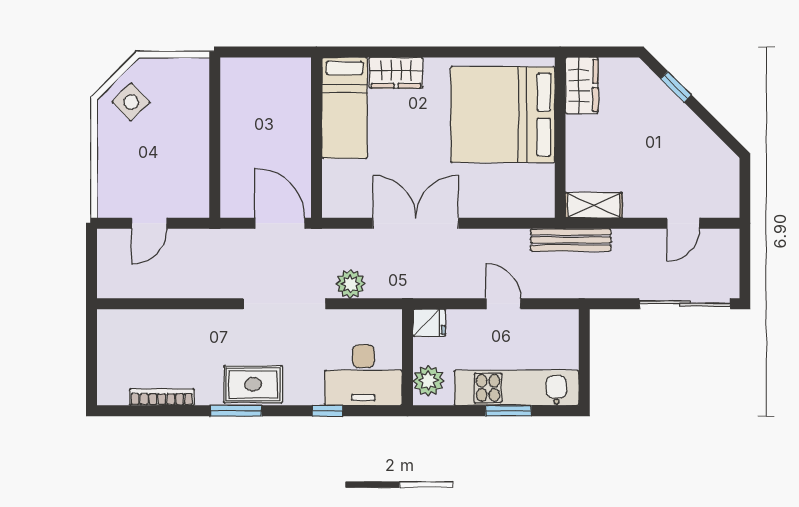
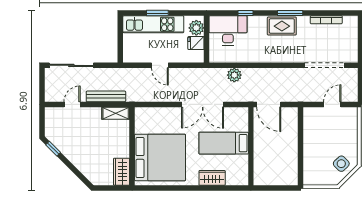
window: (676, 87) -> (53, 149), moved
bed: (344, 108) -> (224, 143), moved, turned -90
bench: (571, 240) -> (106, 96), moved
doorway: (284, 304) -> (324, 65), moved
fridge: (429, 323) -> (196, 43), moved

